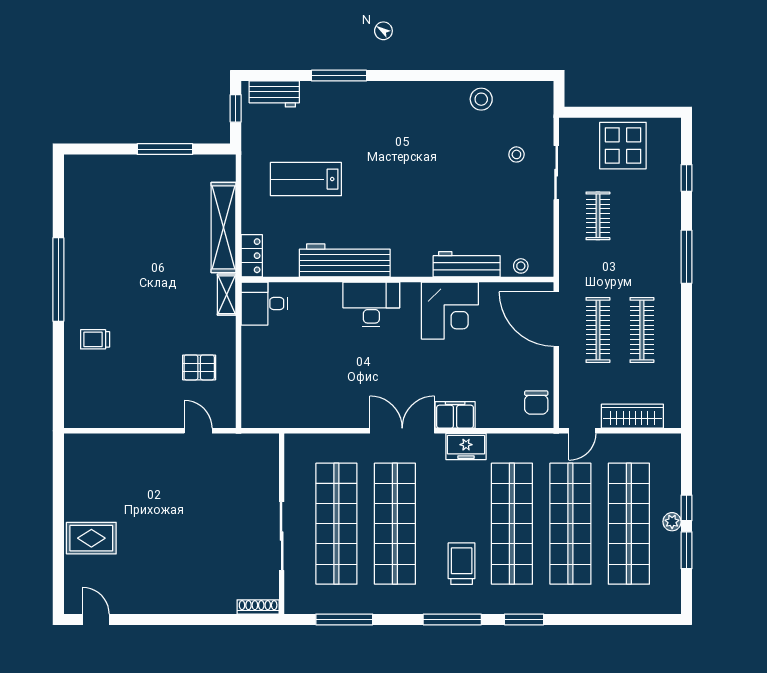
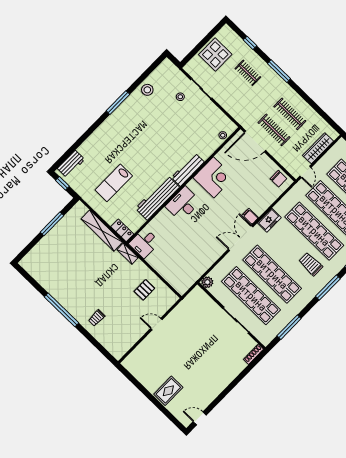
window: (339, 76) -> (118, 103), moved
clothes rail: (598, 216) -> (248, 73), moved
workbench: (467, 264) -> (188, 170), moved
filing cabinet: (455, 415) -> (250, 217), width x0.50
door: (198, 431) -> (156, 324), moved
plant: (295, 445) -> (207, 282), added

